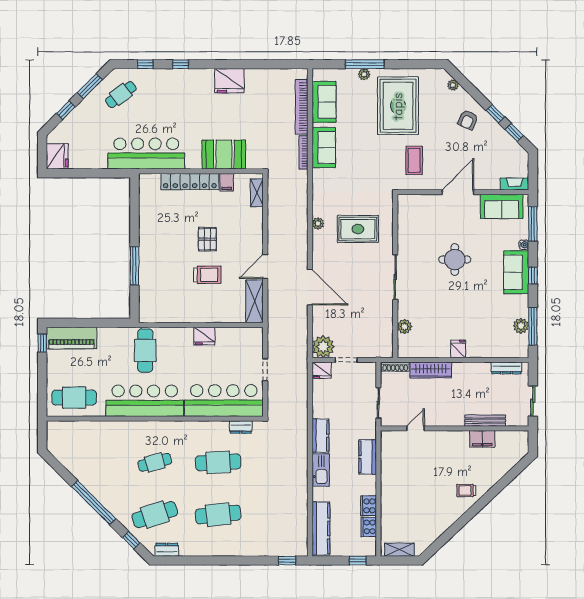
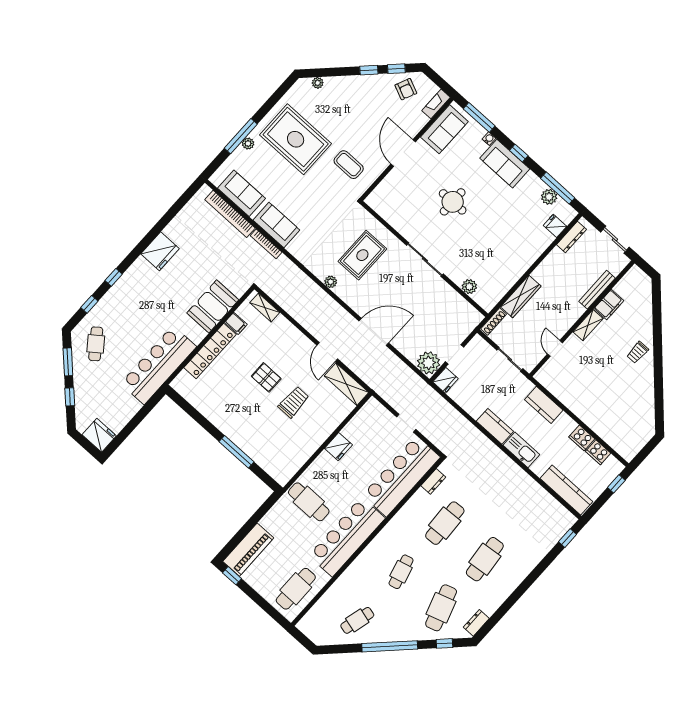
armchair: (468, 120) -> (406, 89), moved
fridge: (458, 349) -> (555, 226), moved
cafe table: (91, 462) -> (357, 620), added
shelving: (399, 550) -> (588, 325), moved

